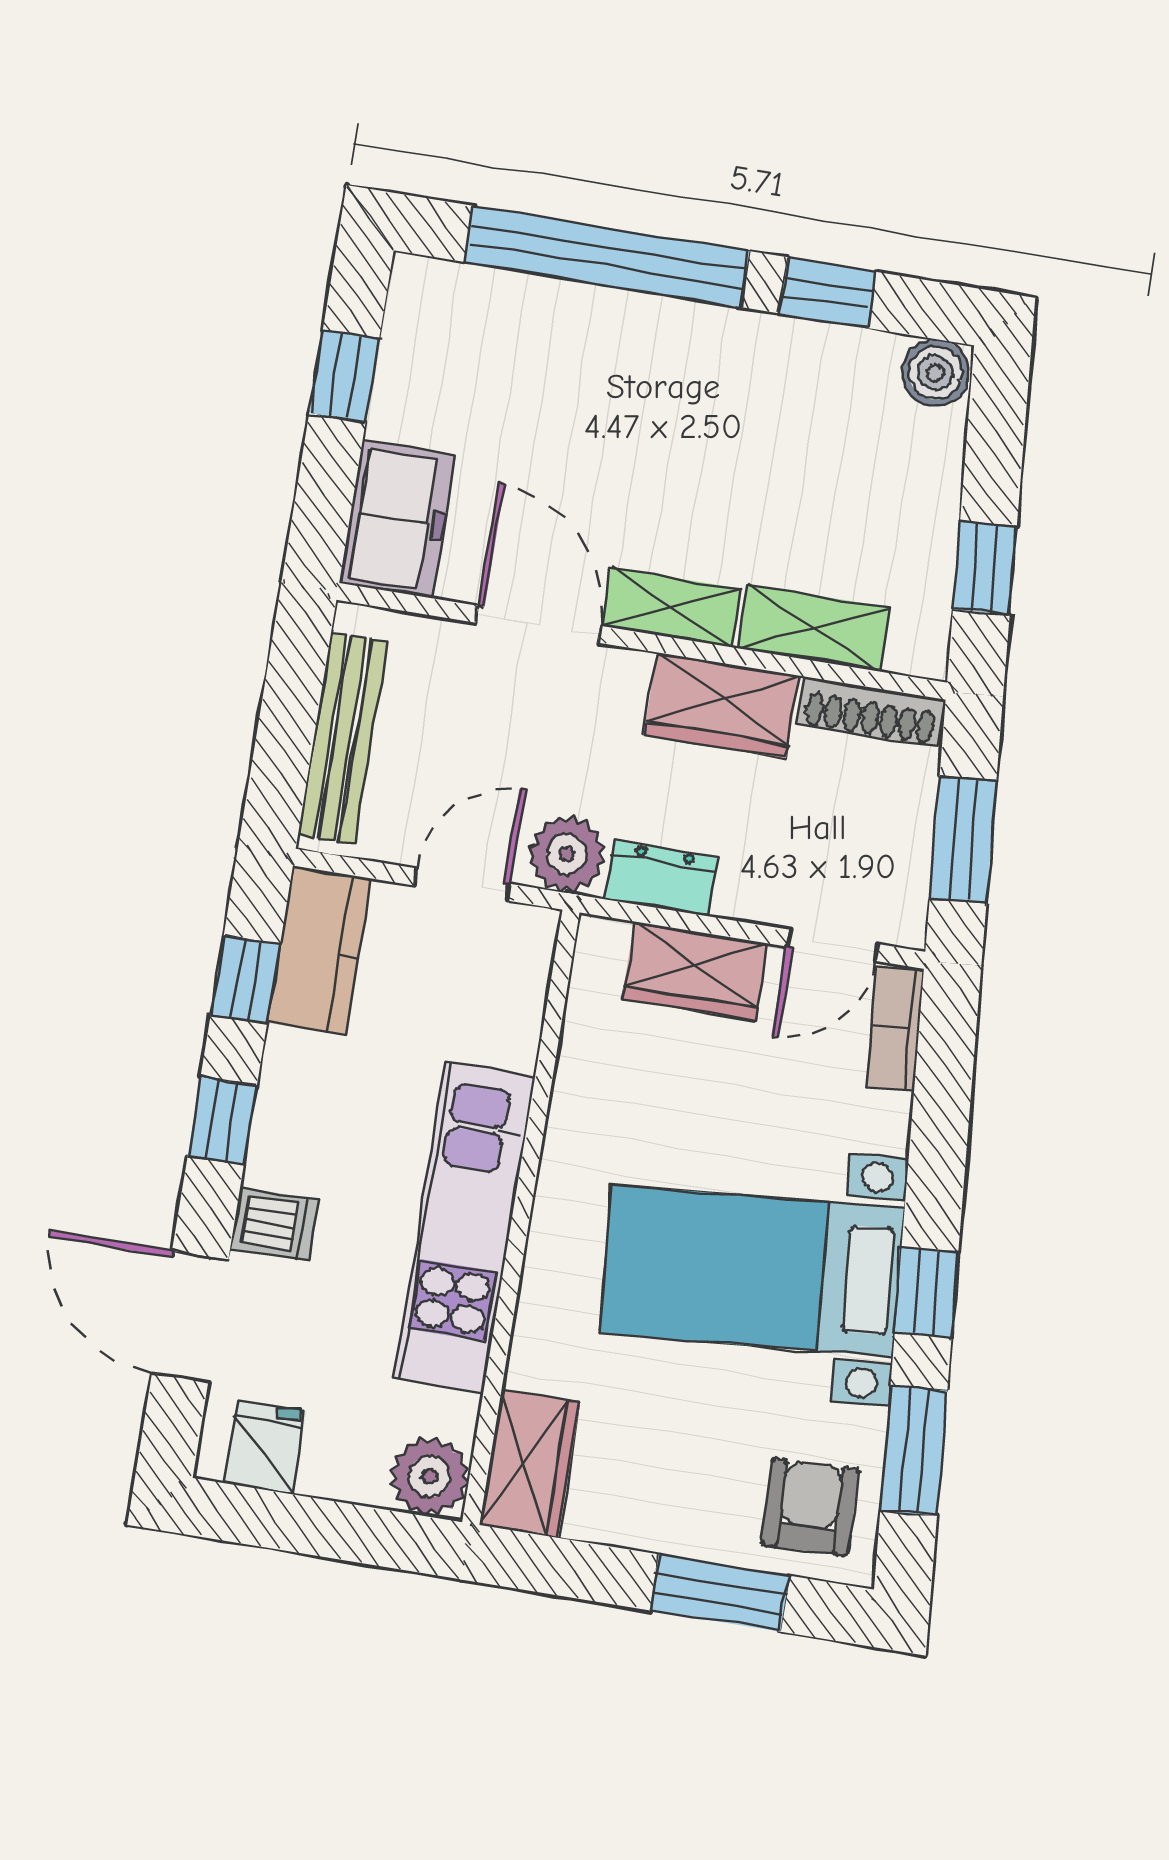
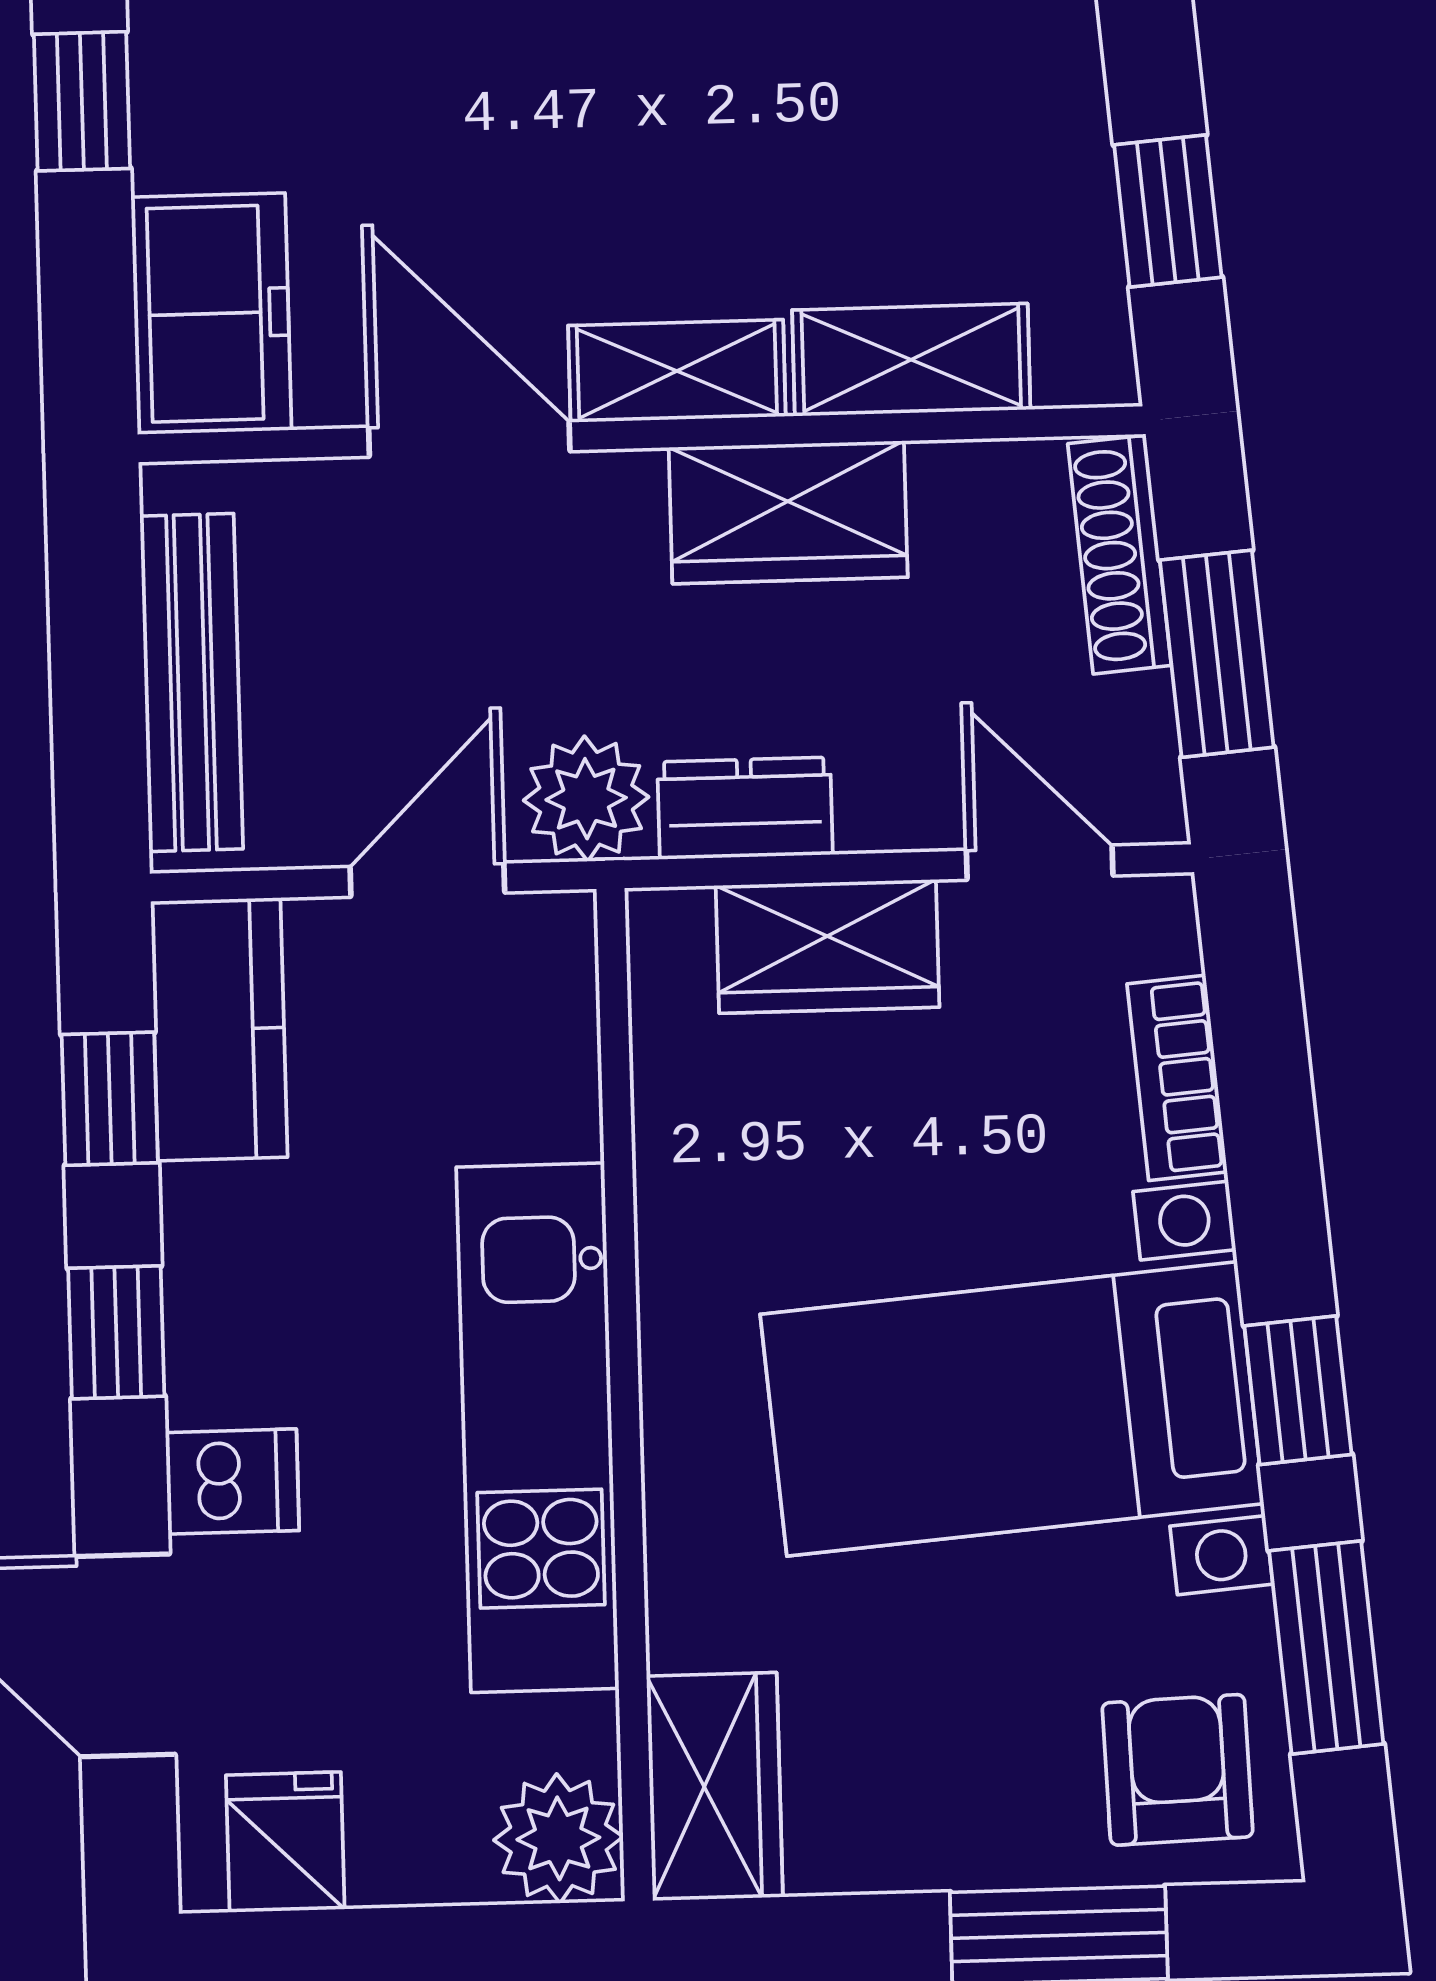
shoe rack: (871, 712) -> (1120, 555), moved, turned 85
door: (832, 945) -> (1040, 863), swing flipped
bookcase: (895, 1028) -> (1177, 1078), moved

